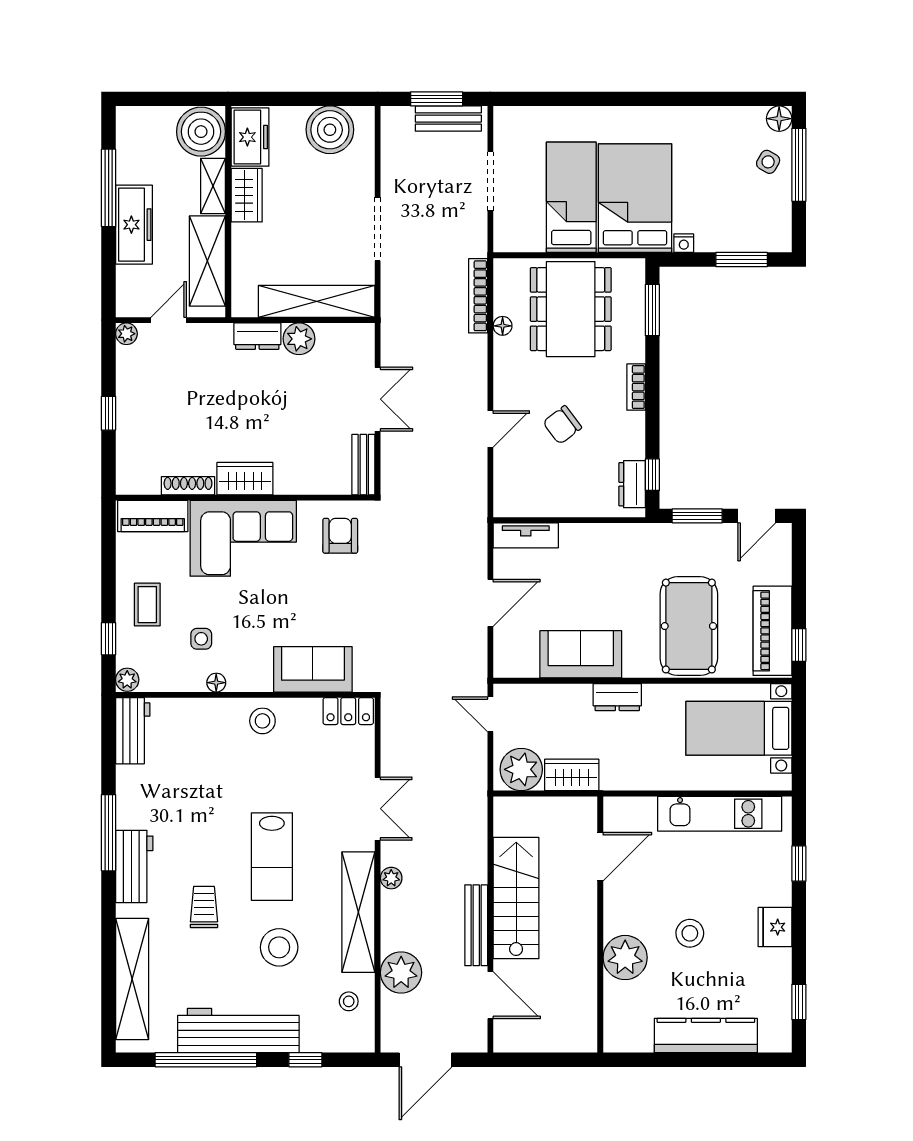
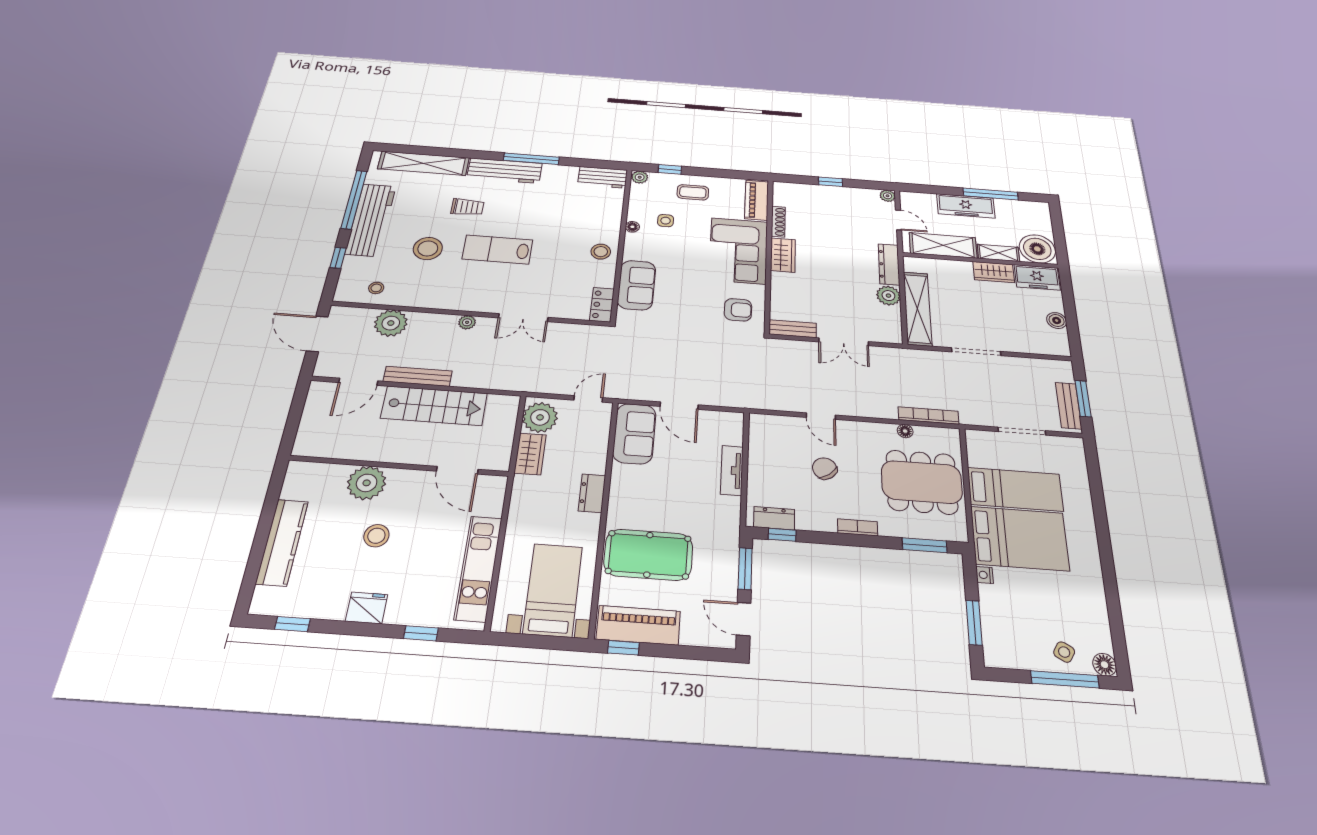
boiler: (330, 130) -> (1057, 321), width x0.54, depth x0.54
dresser: (257, 336) -> (889, 264), width x1.44
tv unit: (526, 535) -> (732, 470), moved
sofa: (581, 654) -> (634, 434), moved
workbench: (134, 866) -> (505, 171), width x1.38
shelving: (358, 912) -> (444, 299), removed

